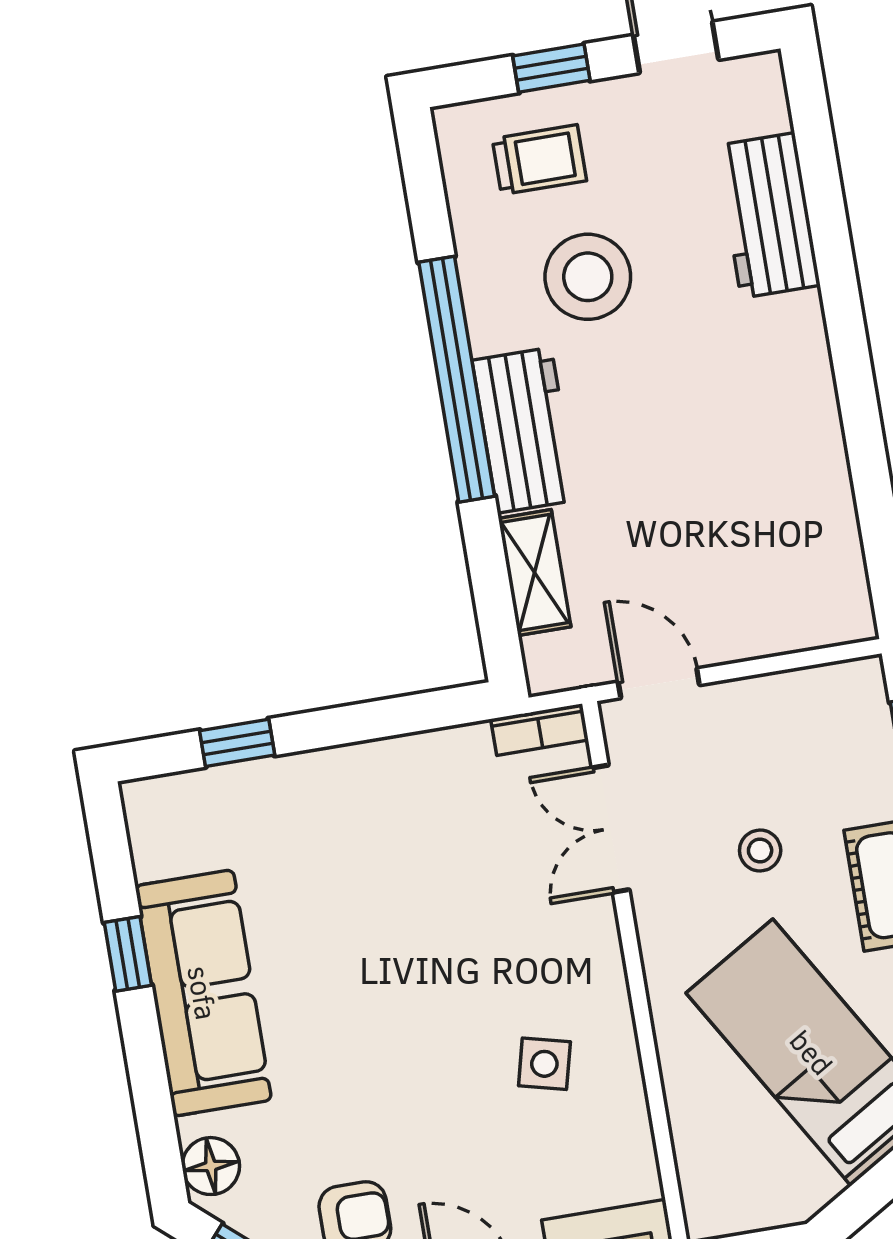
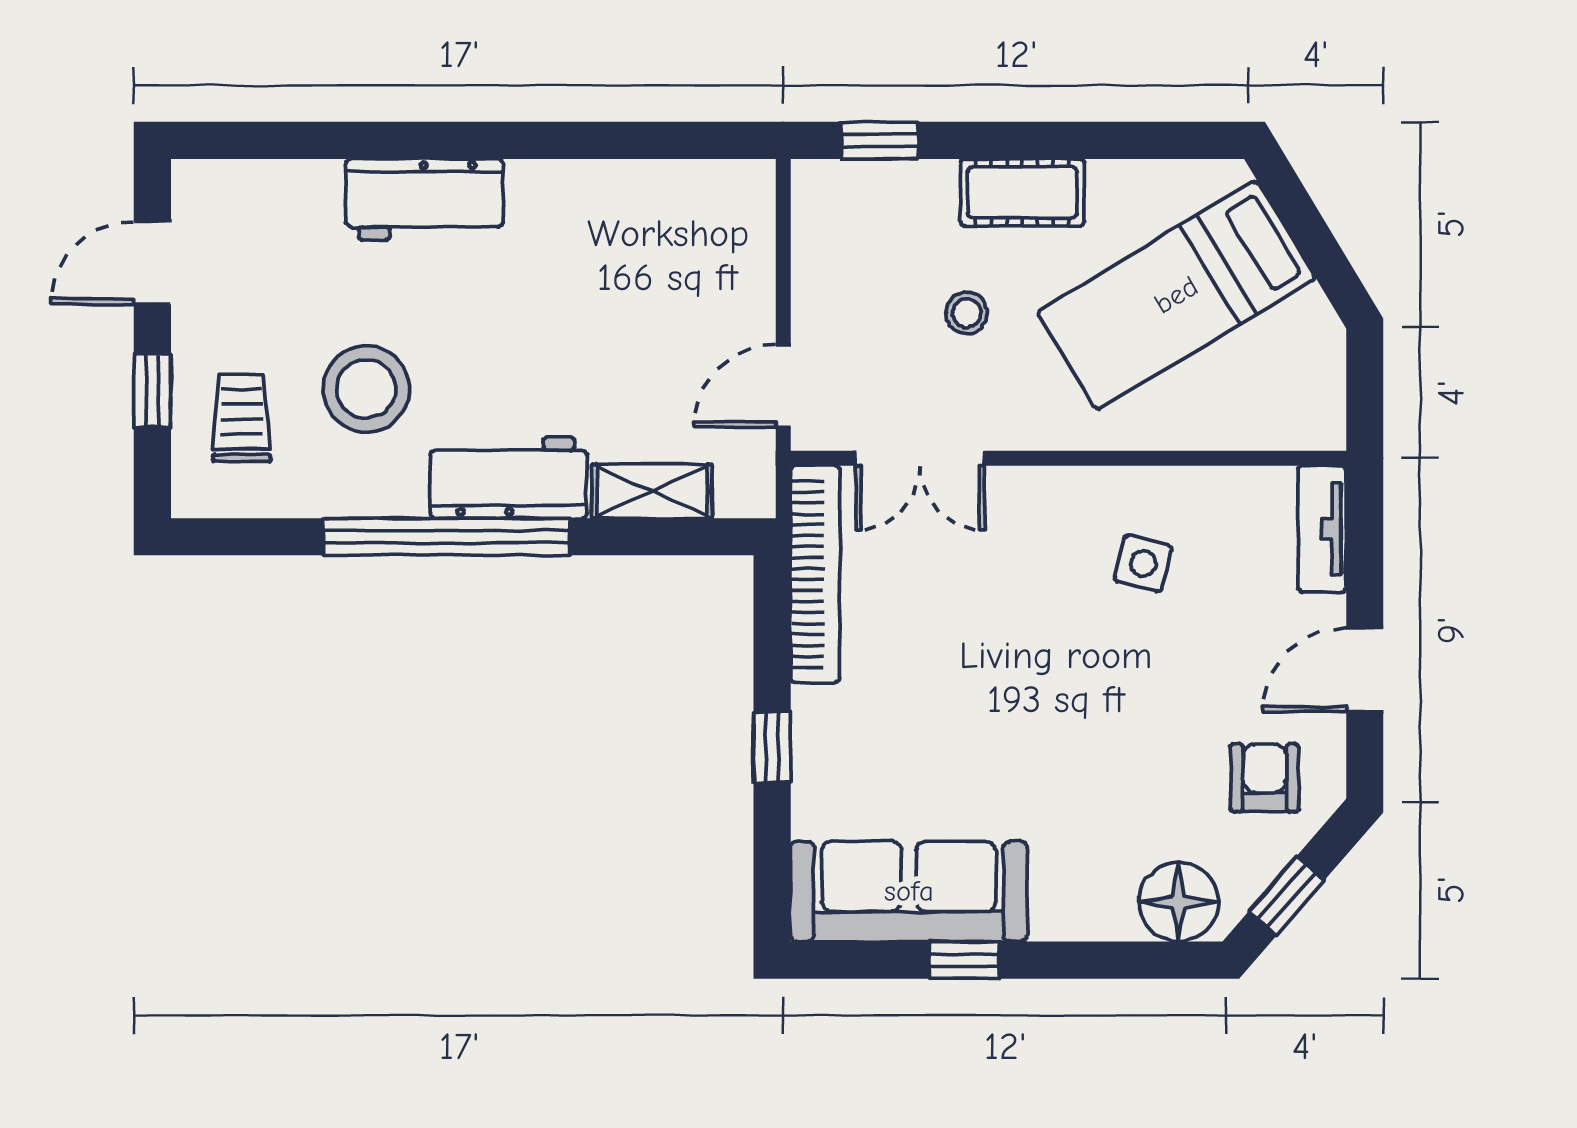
workbench: (768, 215) -> (424, 199), moved
bookcase: (540, 730) -> (815, 574), width x2.31, depth x1.31
window: (237, 743) -> (772, 747), moved
sofa: (203, 993) -> (909, 891), moved
floor lamp: (211, 1166) -> (1179, 902), width x1.38, depth x1.38

